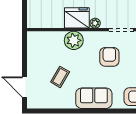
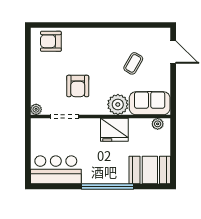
plant: (95, 23) -> (158, 124), moved
sofa: (94, 98) -> (150, 103), moved, turned 180

